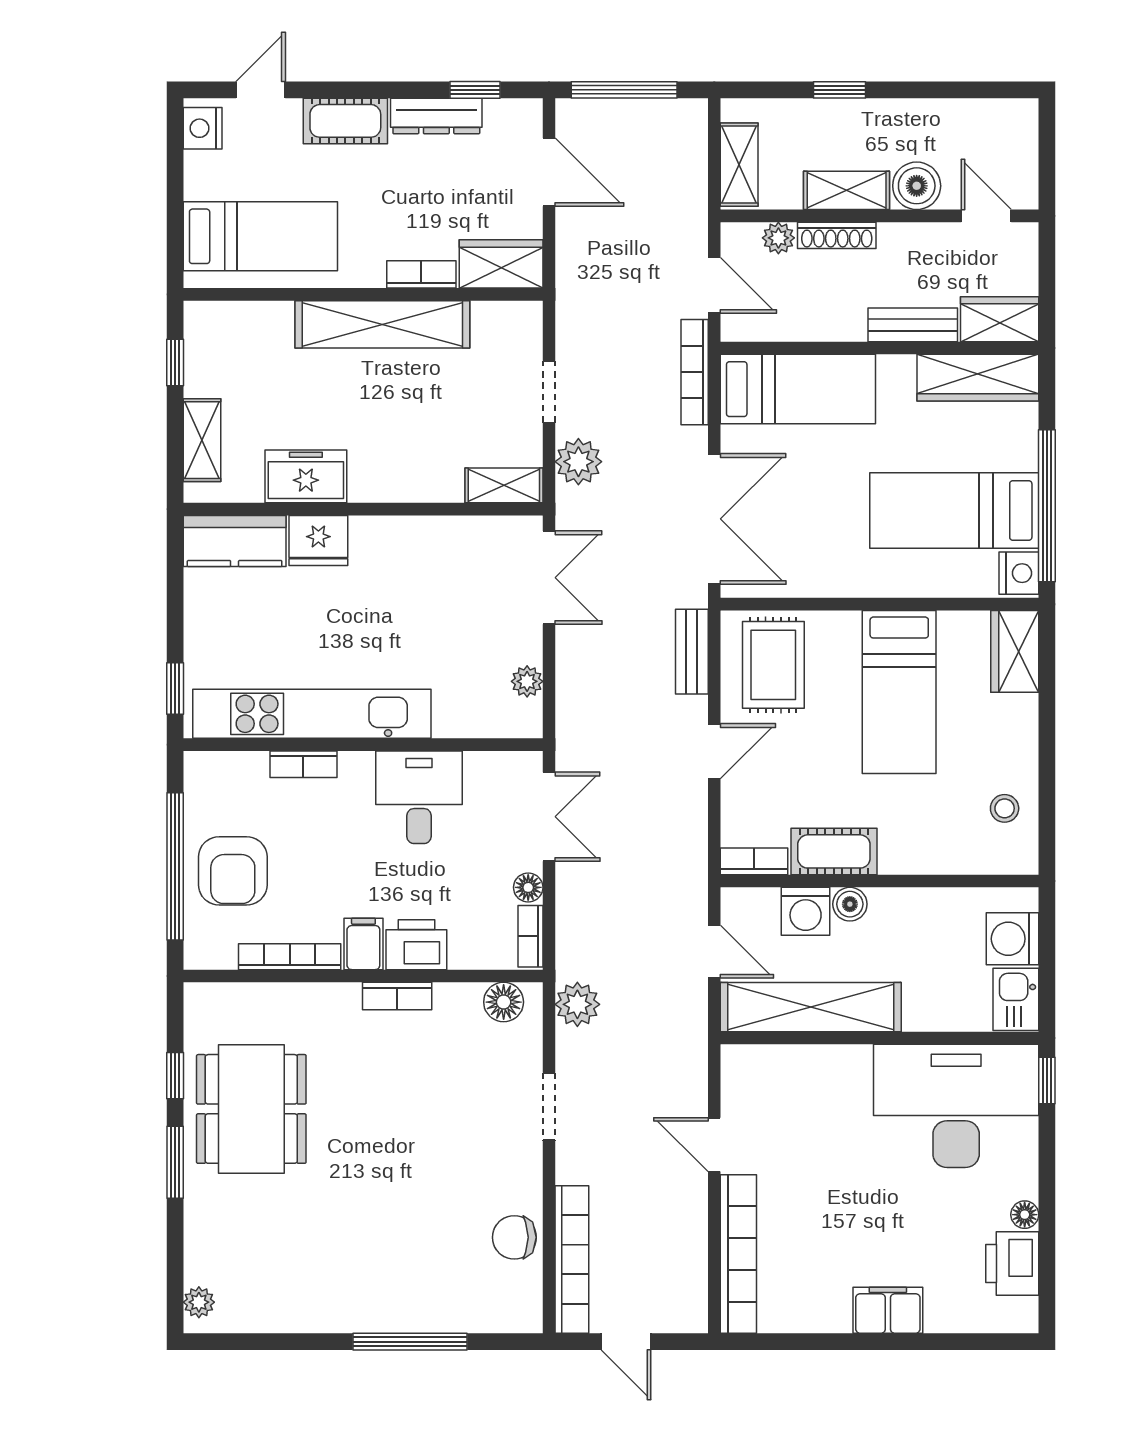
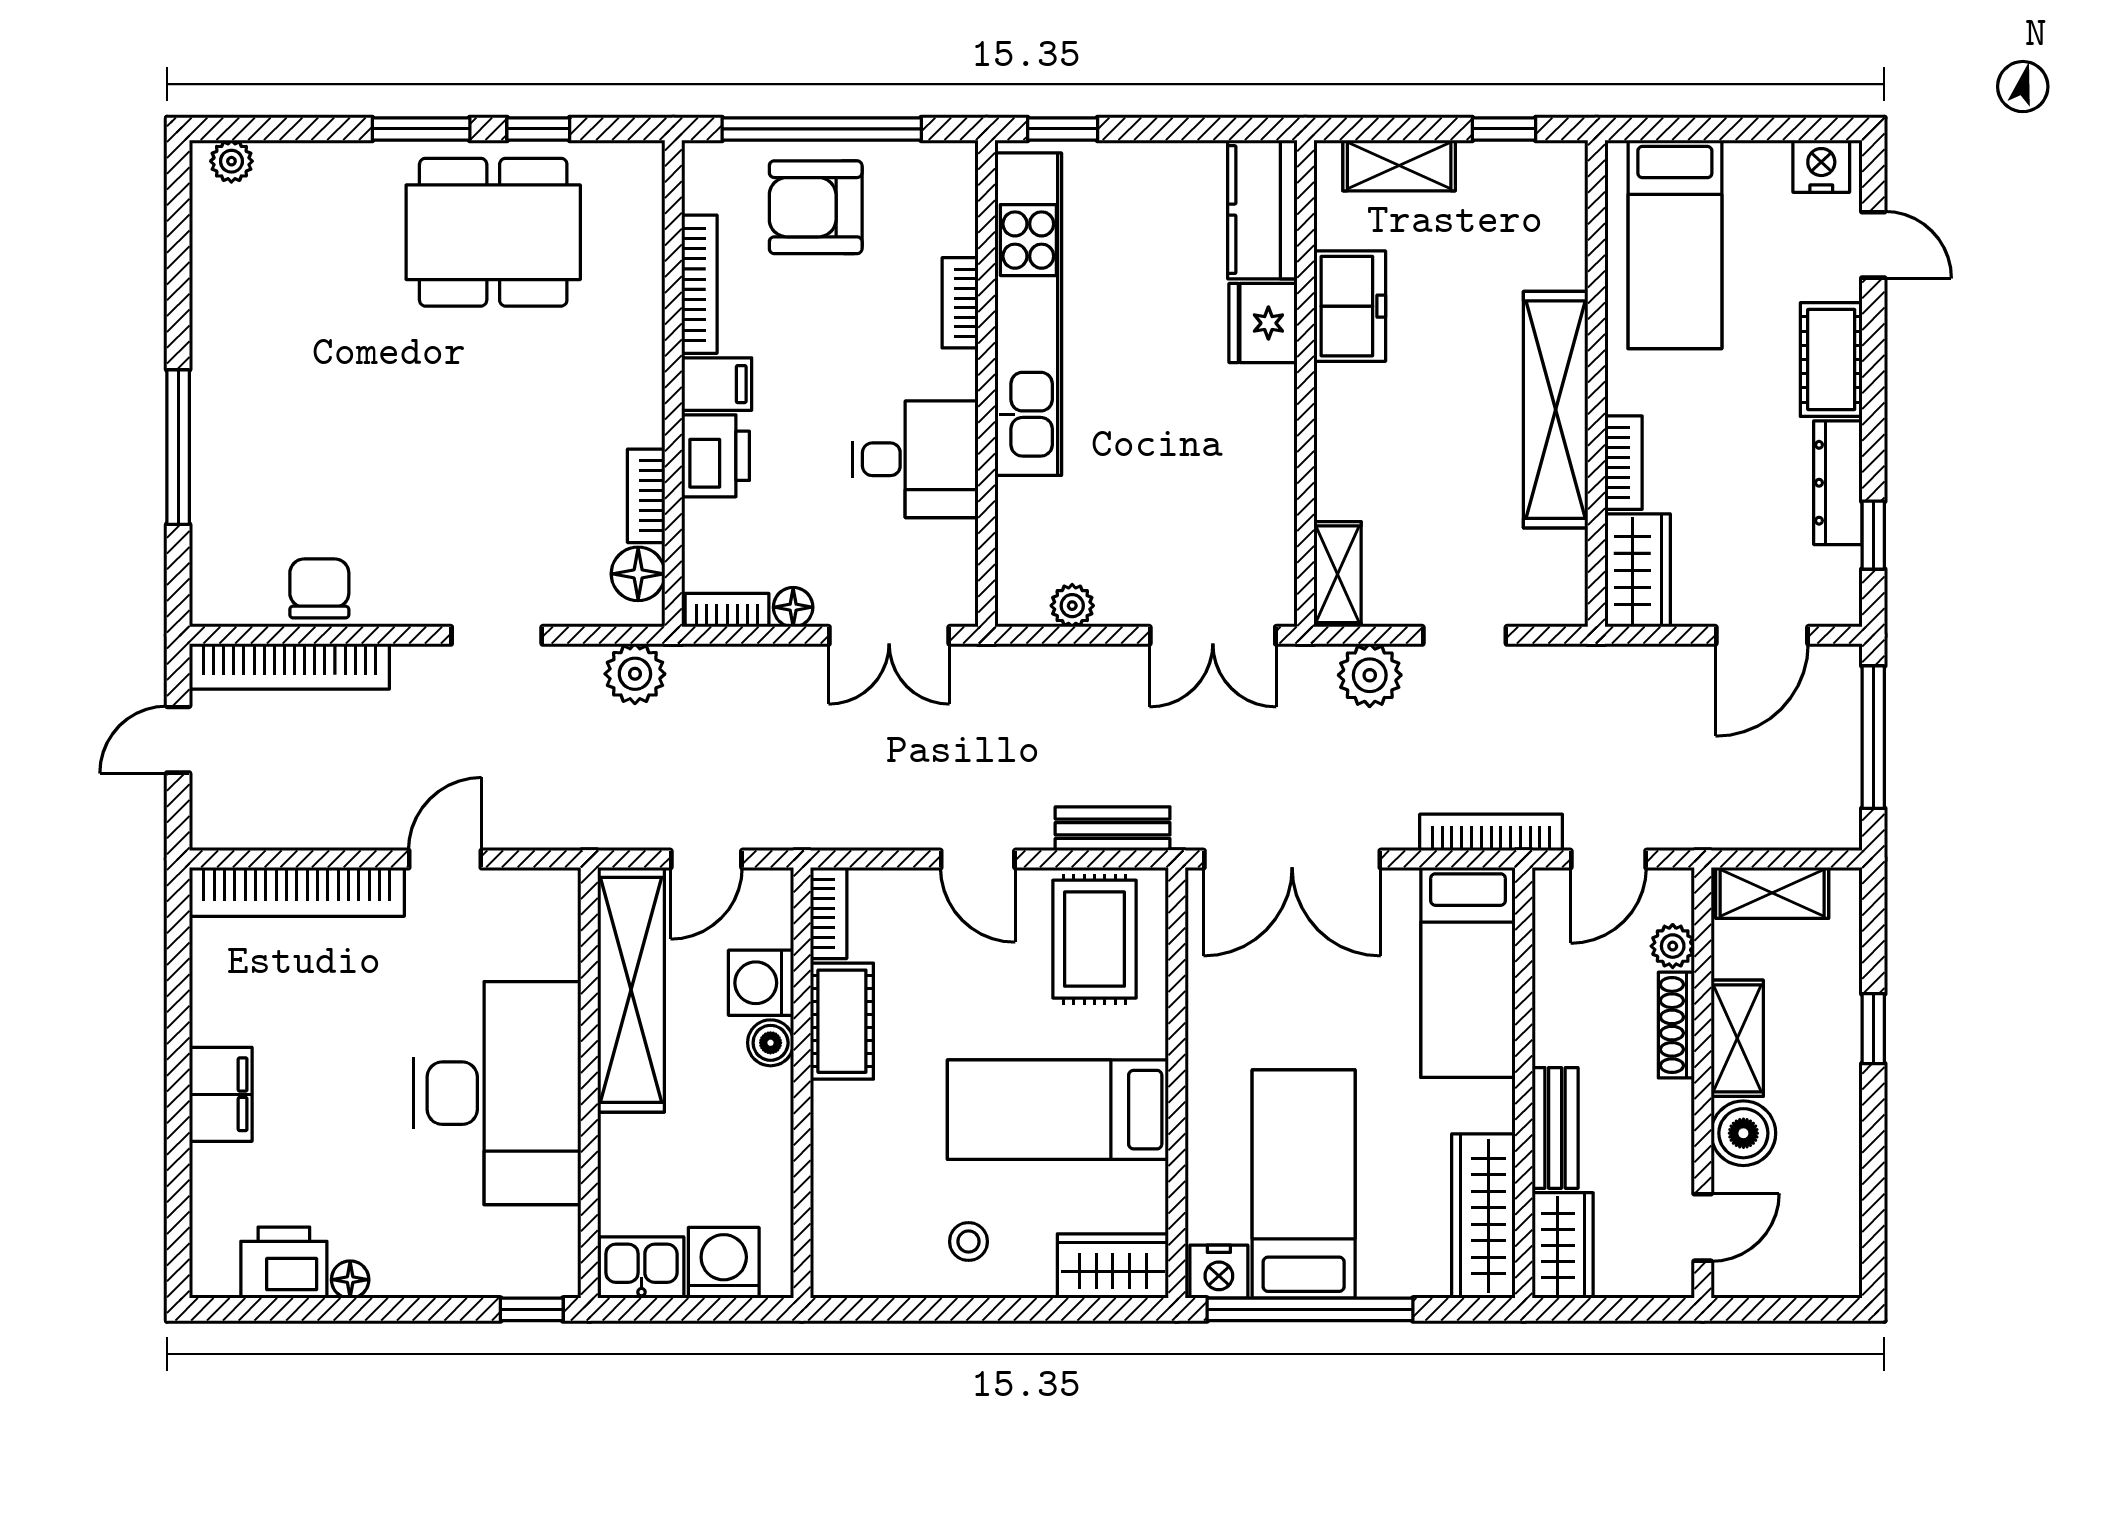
rug: (773, 665) -> (1095, 939), turned 90
stool: (1005, 808) -> (969, 1242), moved
bookcase: (397, 996) -> (646, 496), moved
desk: (956, 1106) -> (497, 1093), moved

